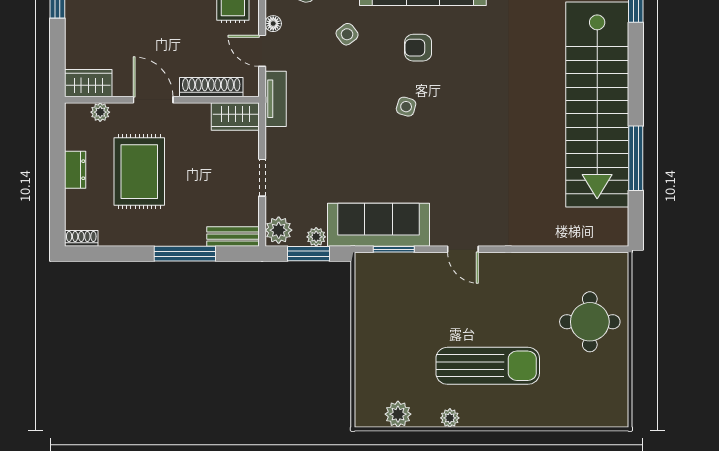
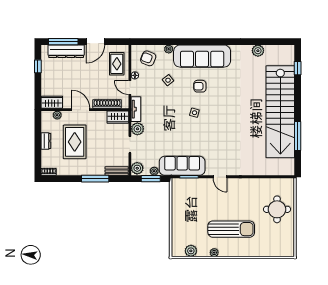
plant: (279, 143) -> (137, 129), added

